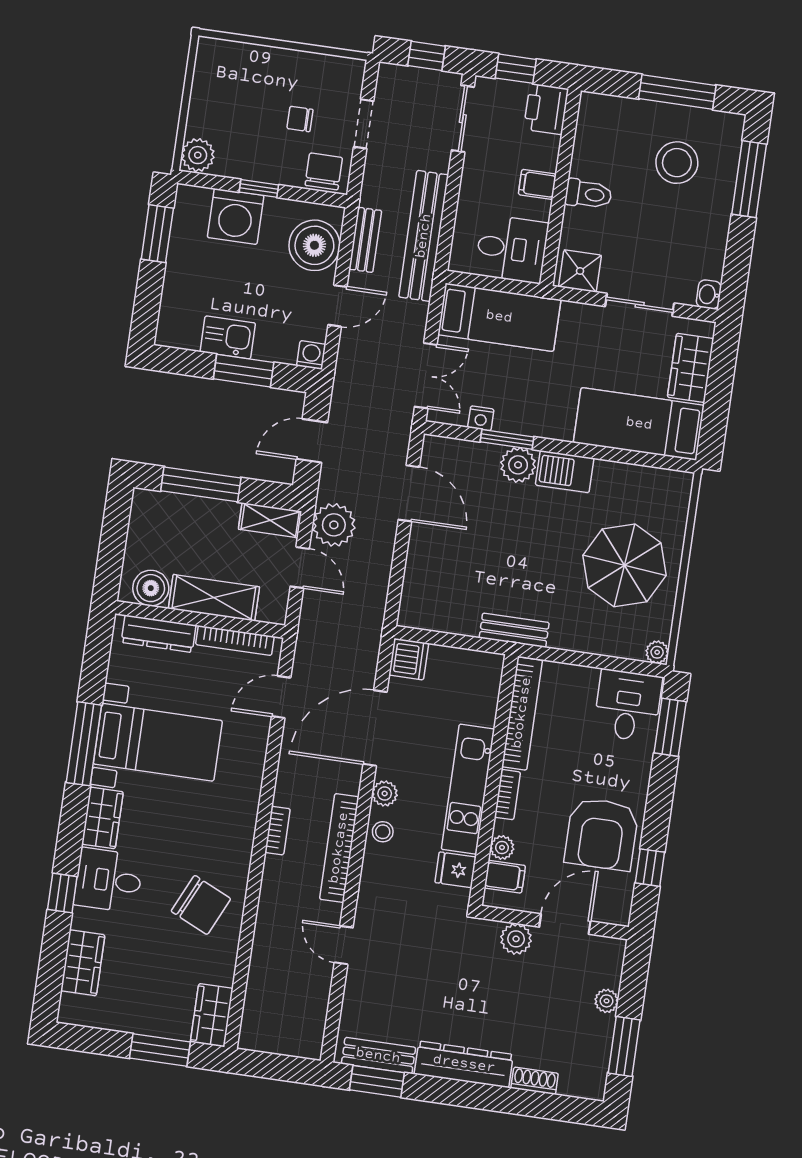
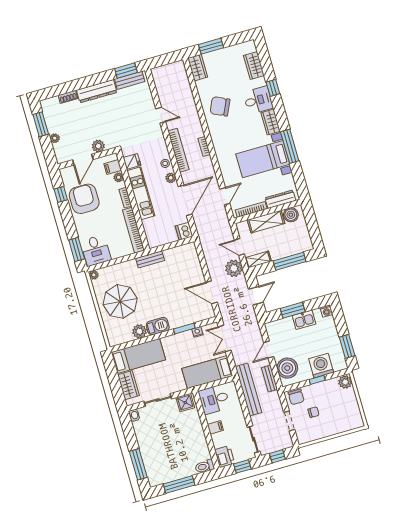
stool: (677, 163) -> (168, 458), removed
toilet: (588, 194) -> (205, 466), moved
washing machine: (311, 355) -> (326, 311), moved
plant: (518, 465) -> (139, 331), moved

